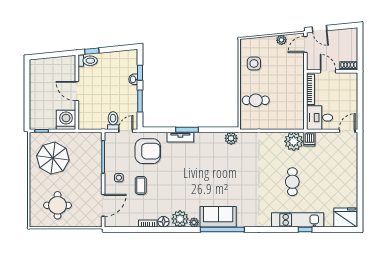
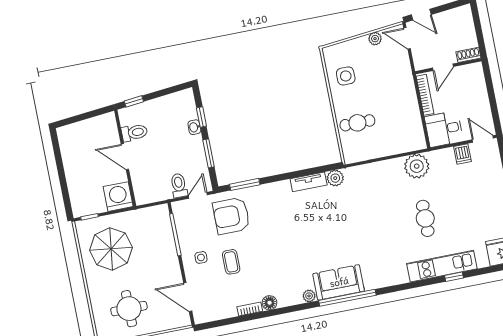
door: (305, 44) -> (407, 38), hinge flipped
toilet: (88, 61) -> (134, 133), moved
door: (328, 71) -> (443, 67), swing flipped
window: (187, 130) -> (245, 184), moved
door: (347, 131) -> (483, 139), hinge flipped
tv unit: (180, 137) -> (309, 182), moved
dishwasher: (309, 139) -> (462, 154), moved
armchair: (148, 151) -> (231, 216), turned 180
door: (103, 205) -> (188, 297), swing flipped
plant: (180, 219) -> (290, 295), removed

